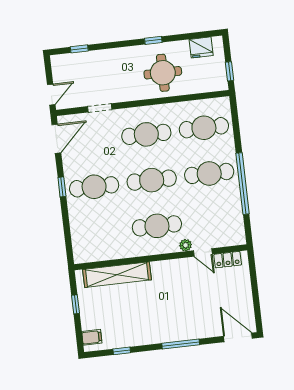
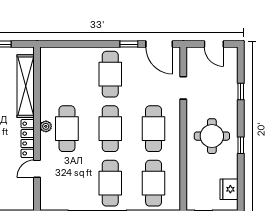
window: (79, 49) -> (241, 91), moved
round table: (163, 73) -> (212, 136), moved
door: (51, 95) -> (214, 44), moved
window: (62, 187) -> (129, 44), moved
plant: (186, 245) -> (46, 126), moved
locker: (228, 260) -> (28, 139), moved, width x1.53

